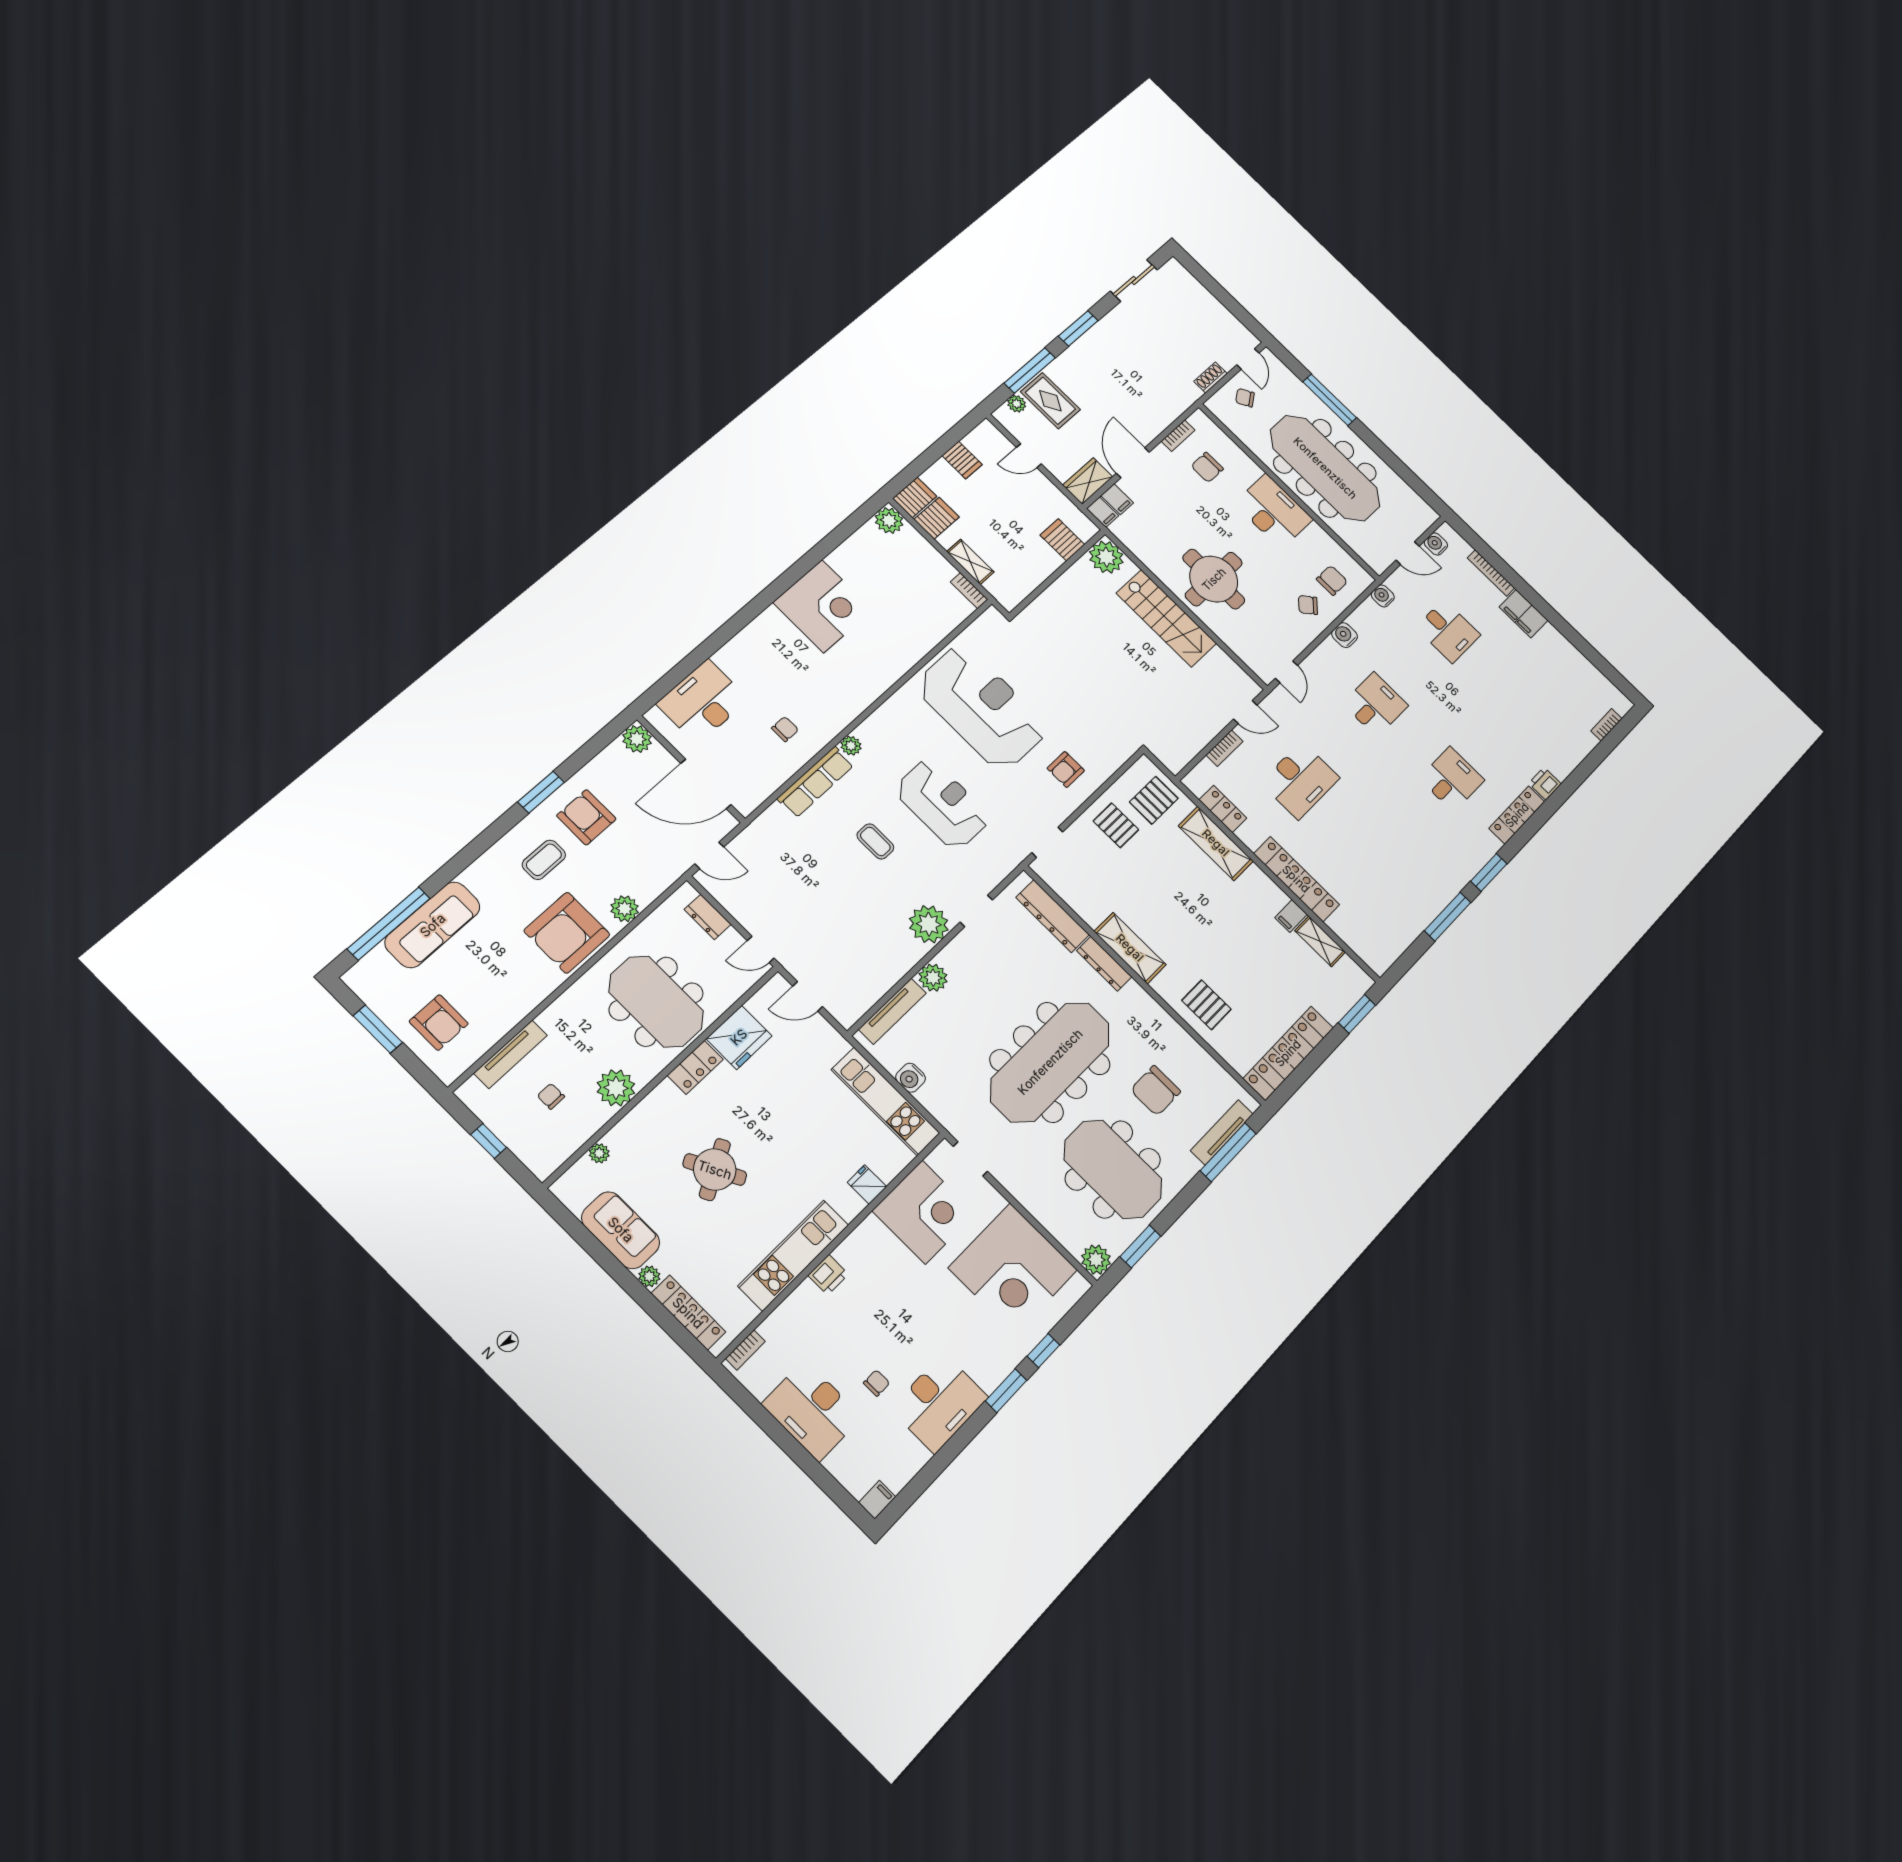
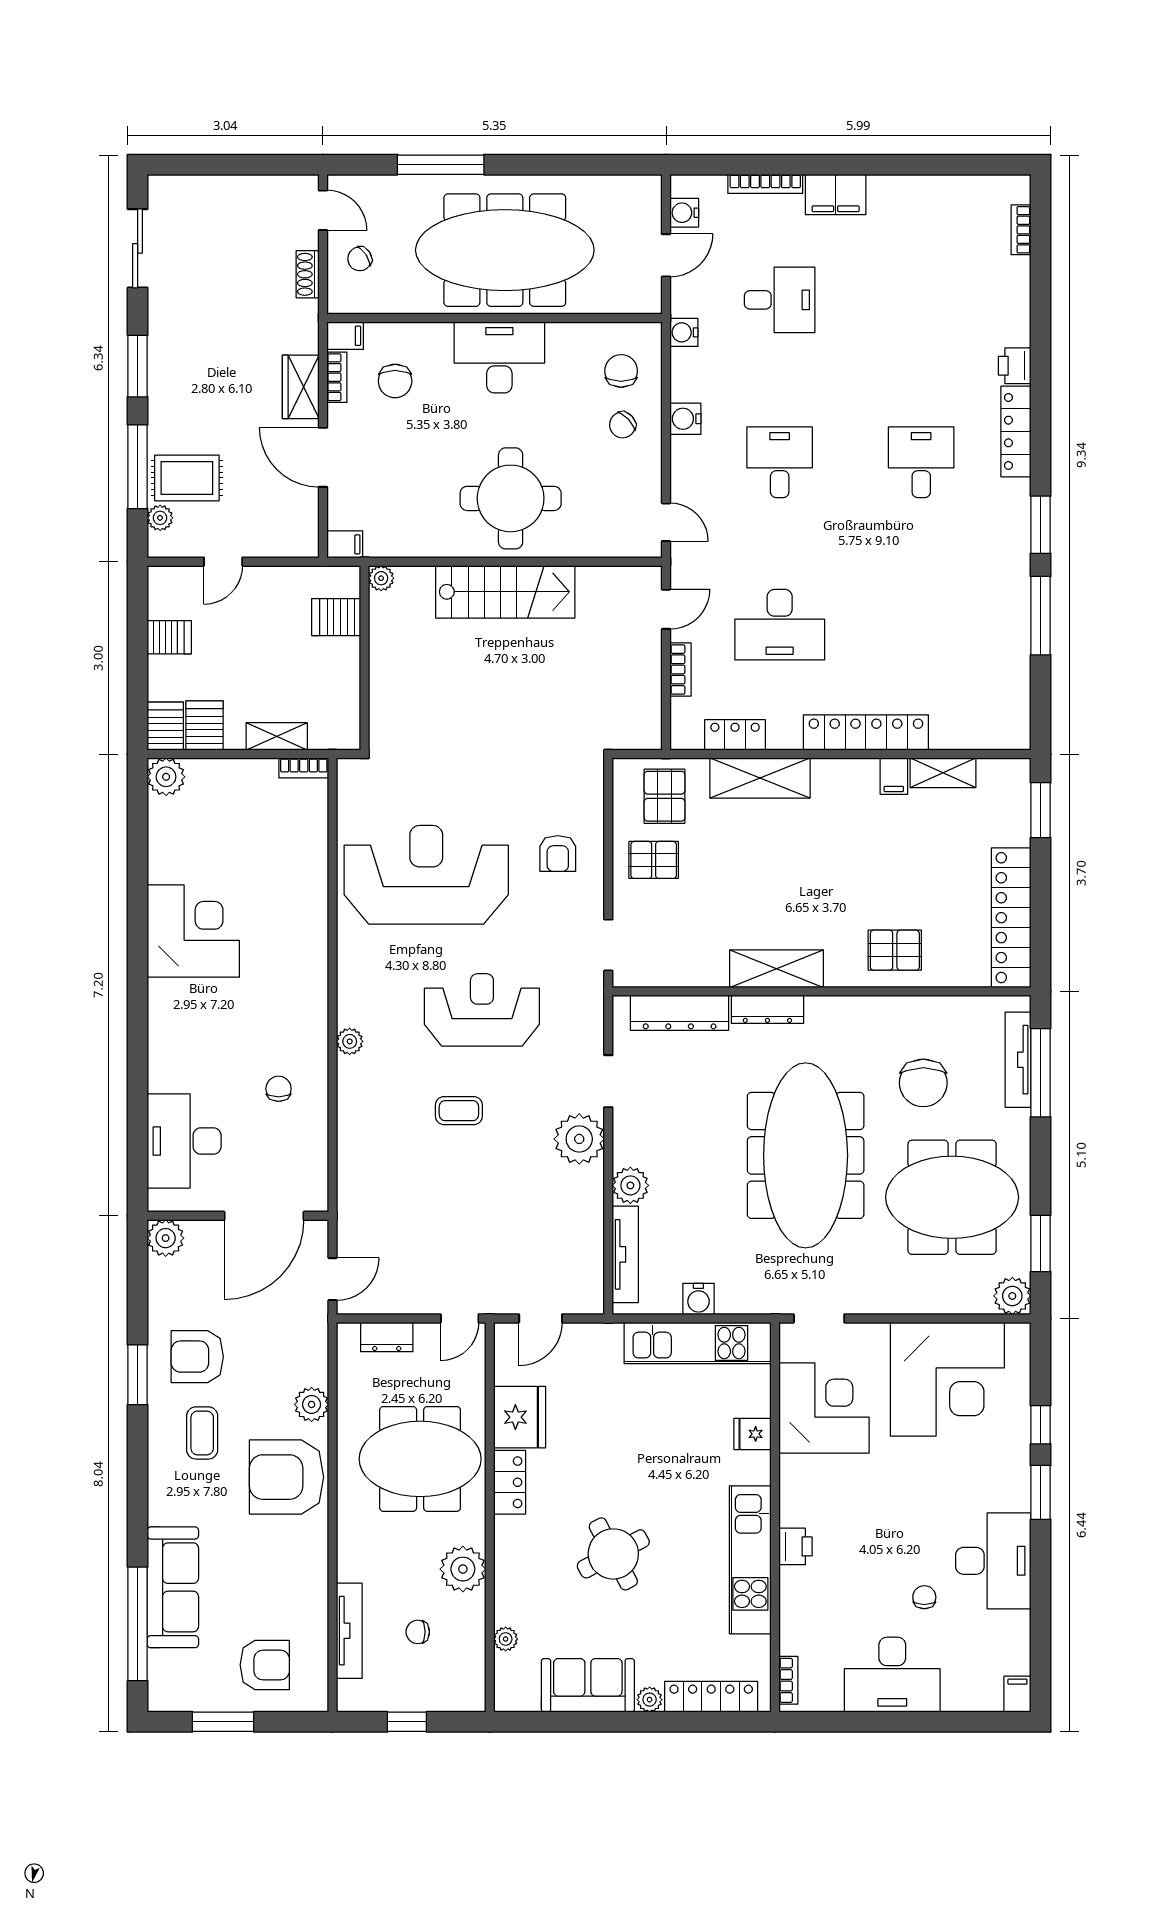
wardrobe: (1088, 481) -> (301, 387), moved
filing cabinet: (1117, 499) -> (345, 336), moved
plant: (1106, 557) -> (381, 578), width x0.53, depth x0.53
desk: (1300, 780) -> (780, 625), turned 90
row of seats: (816, 782) -> (354, 1111), removed
armchair: (567, 933) -> (287, 1477), turned 90

